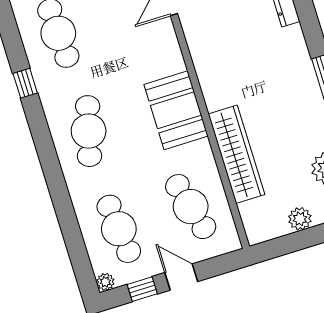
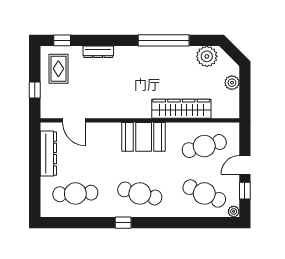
window: (25, 83) -> (123, 223), moved
cafe table: (119, 229) -> (204, 193), turned 30

